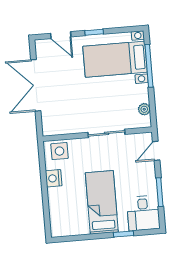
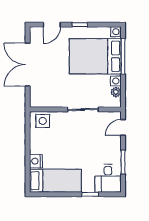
door: (61, 35) -> (52, 25), hinge flipped
bed with nightstands: (115, 59) -> (95, 56), width x1.36
nightstand: (54, 178) -> (36, 161), moved
bed: (102, 202) -> (55, 181), moved, turned 90

